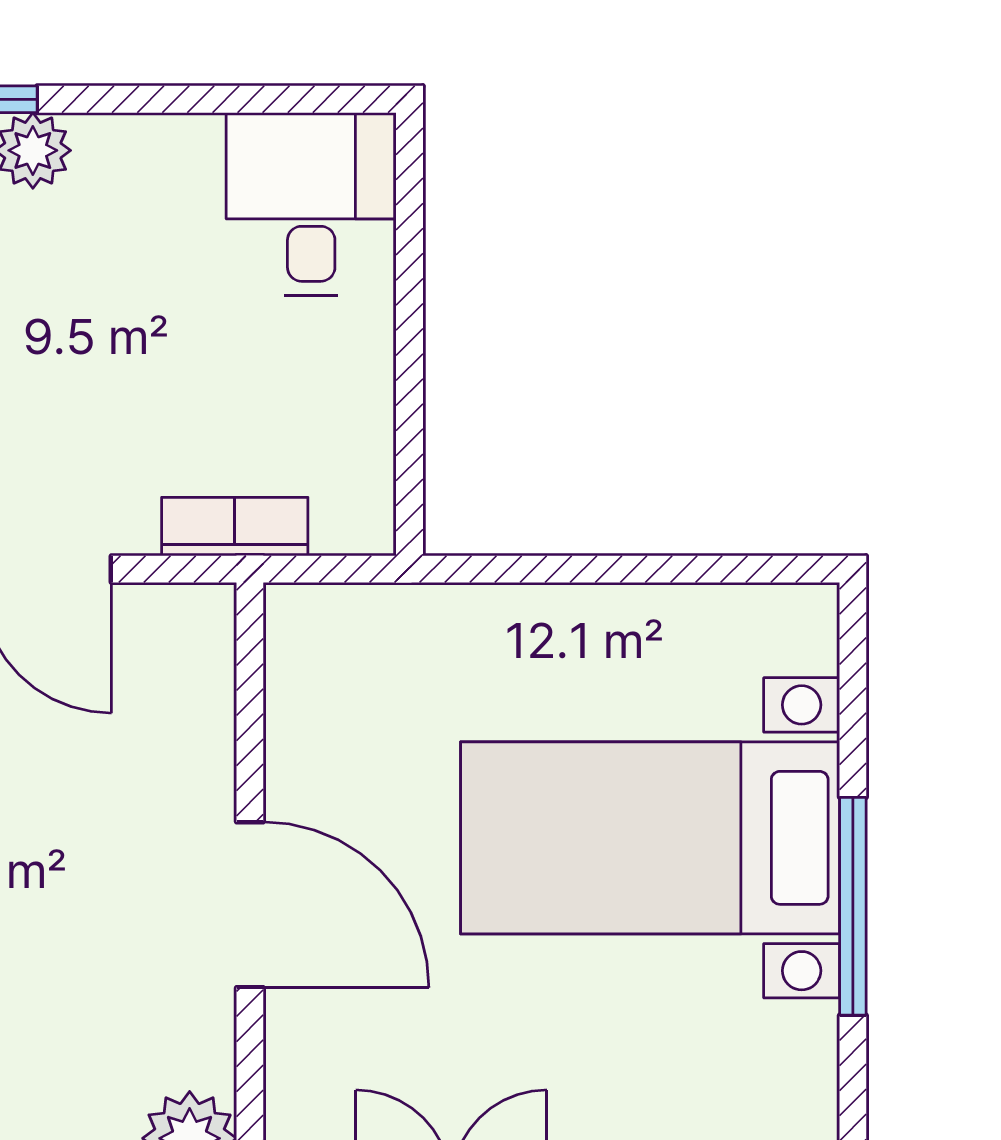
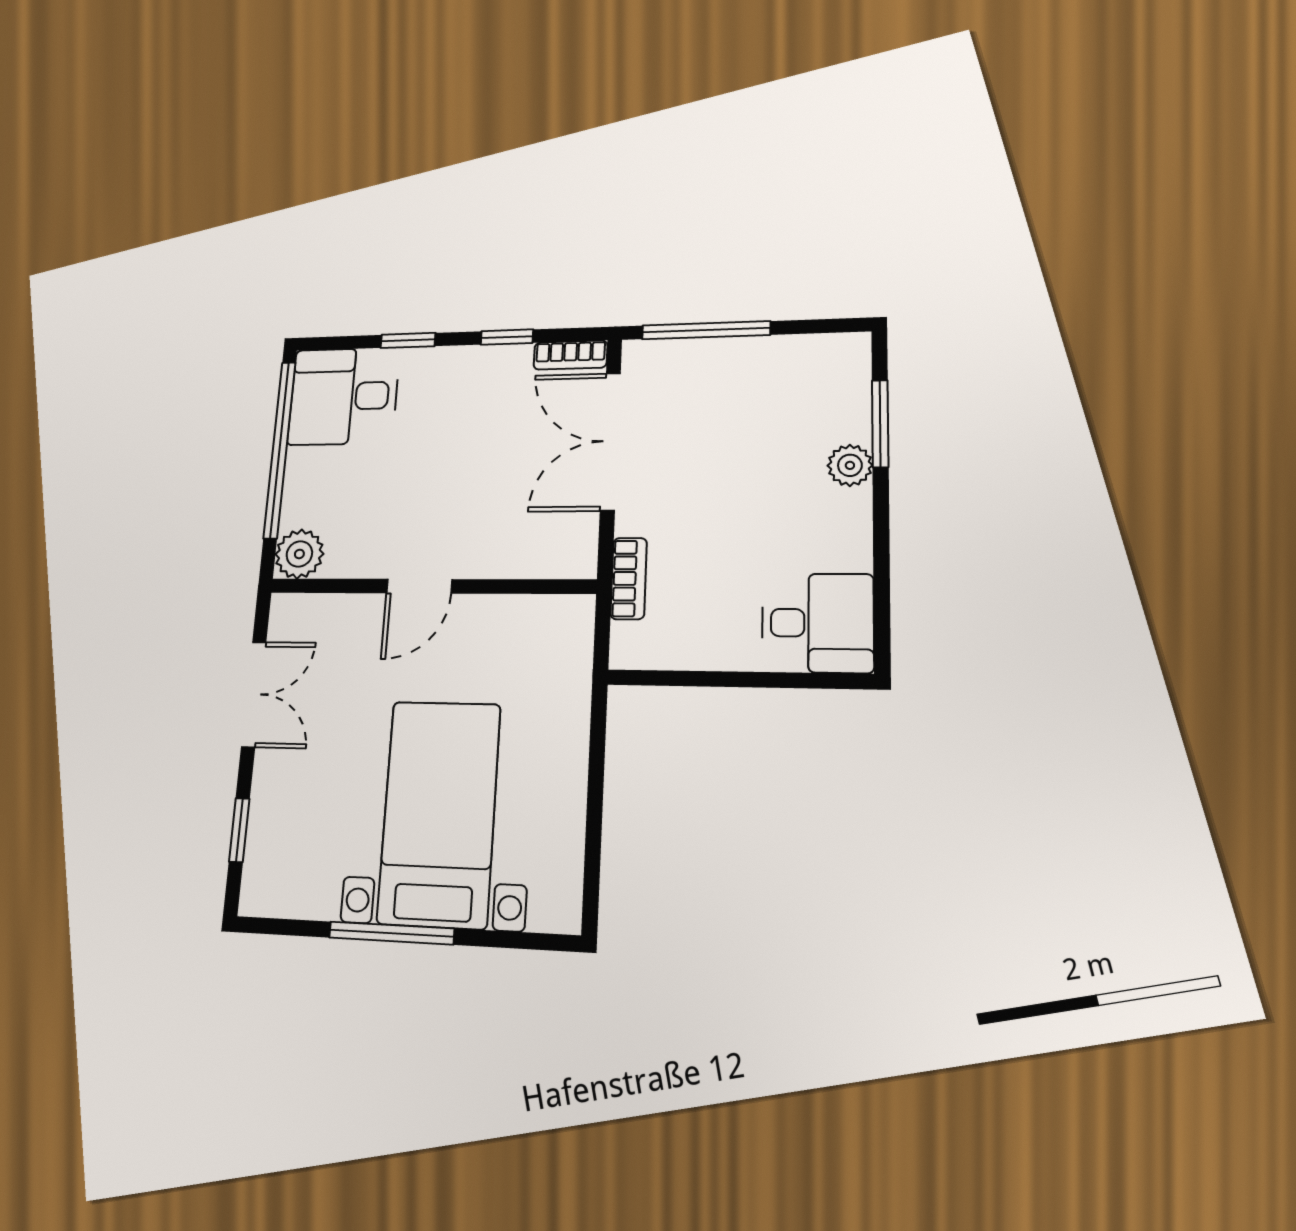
door: (250, 905) -> (419, 586), width x0.73

